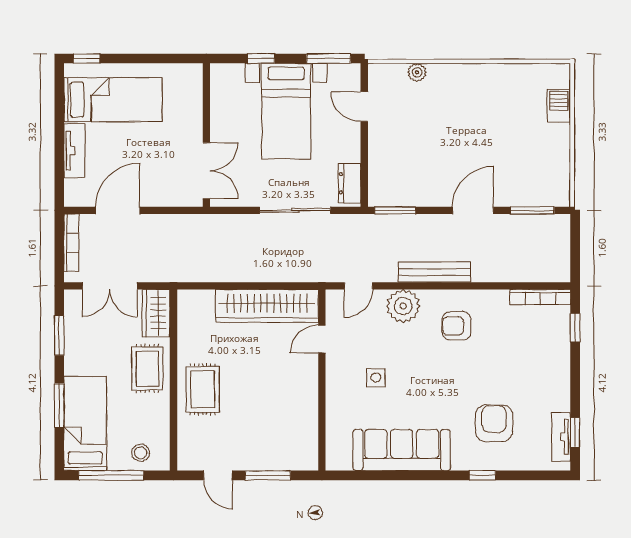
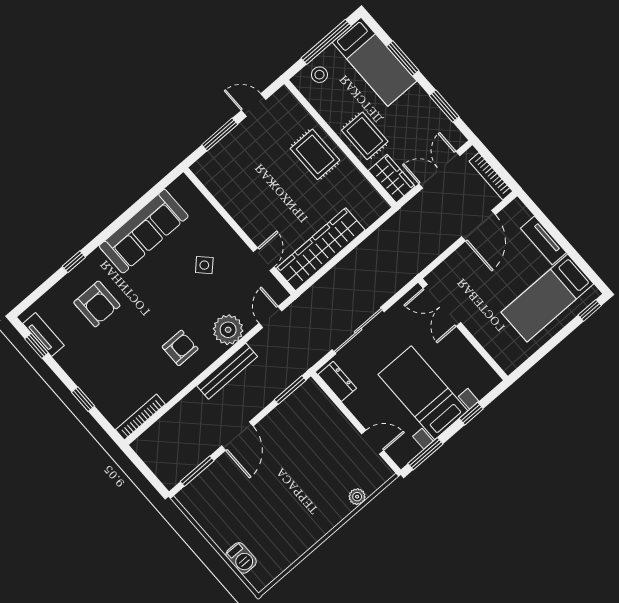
window: (575, 328) -> (83, 399), moved
side table: (376, 377) -> (204, 265), turned 45

